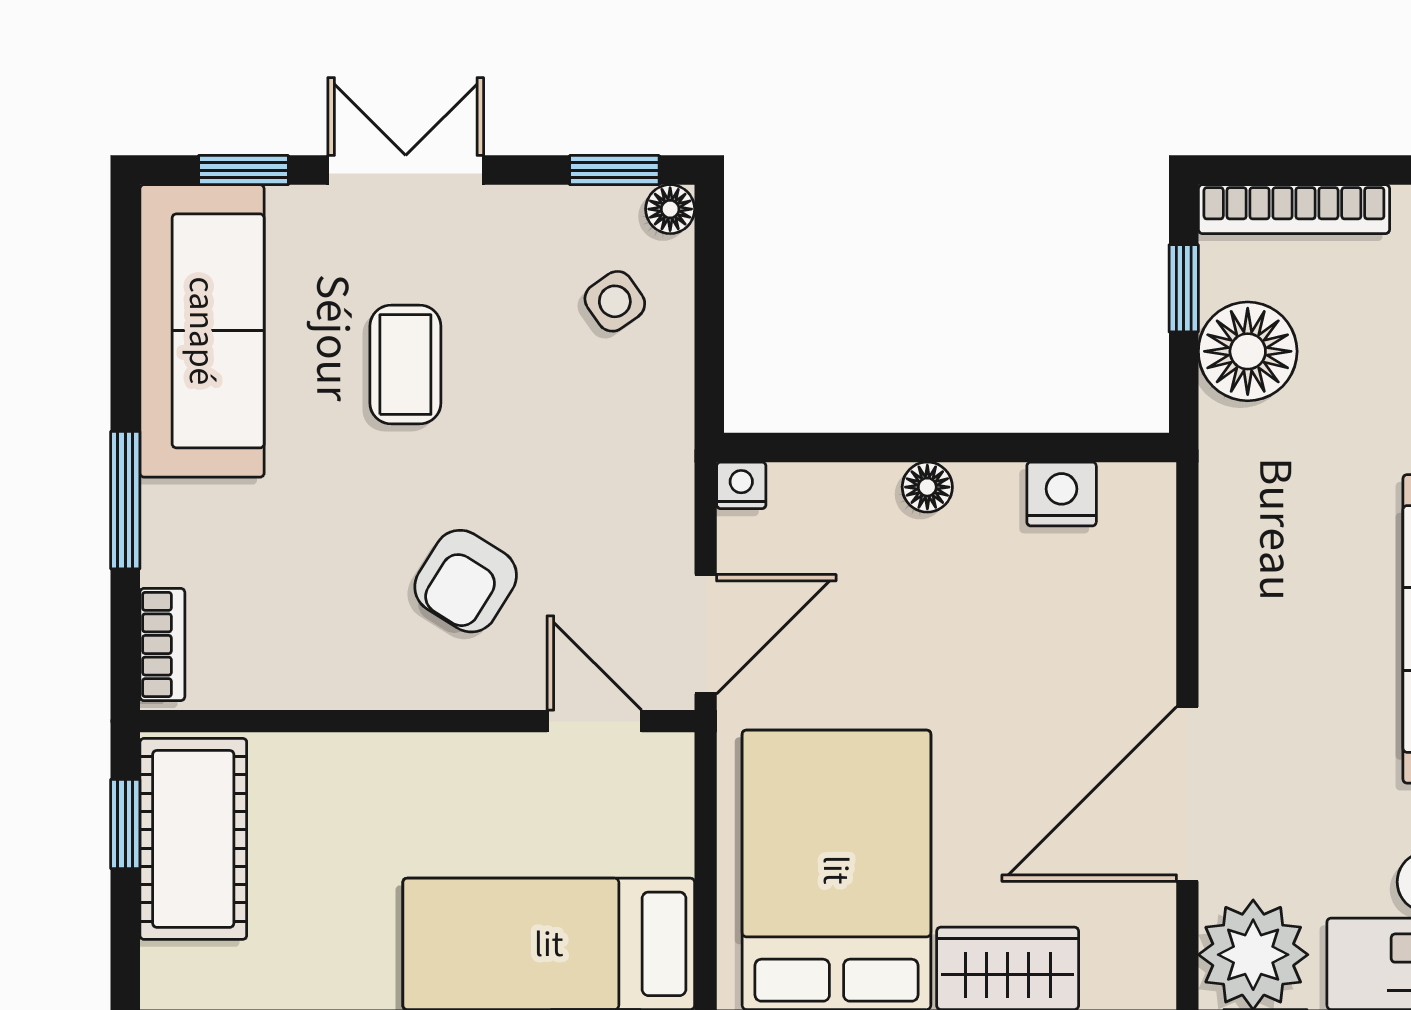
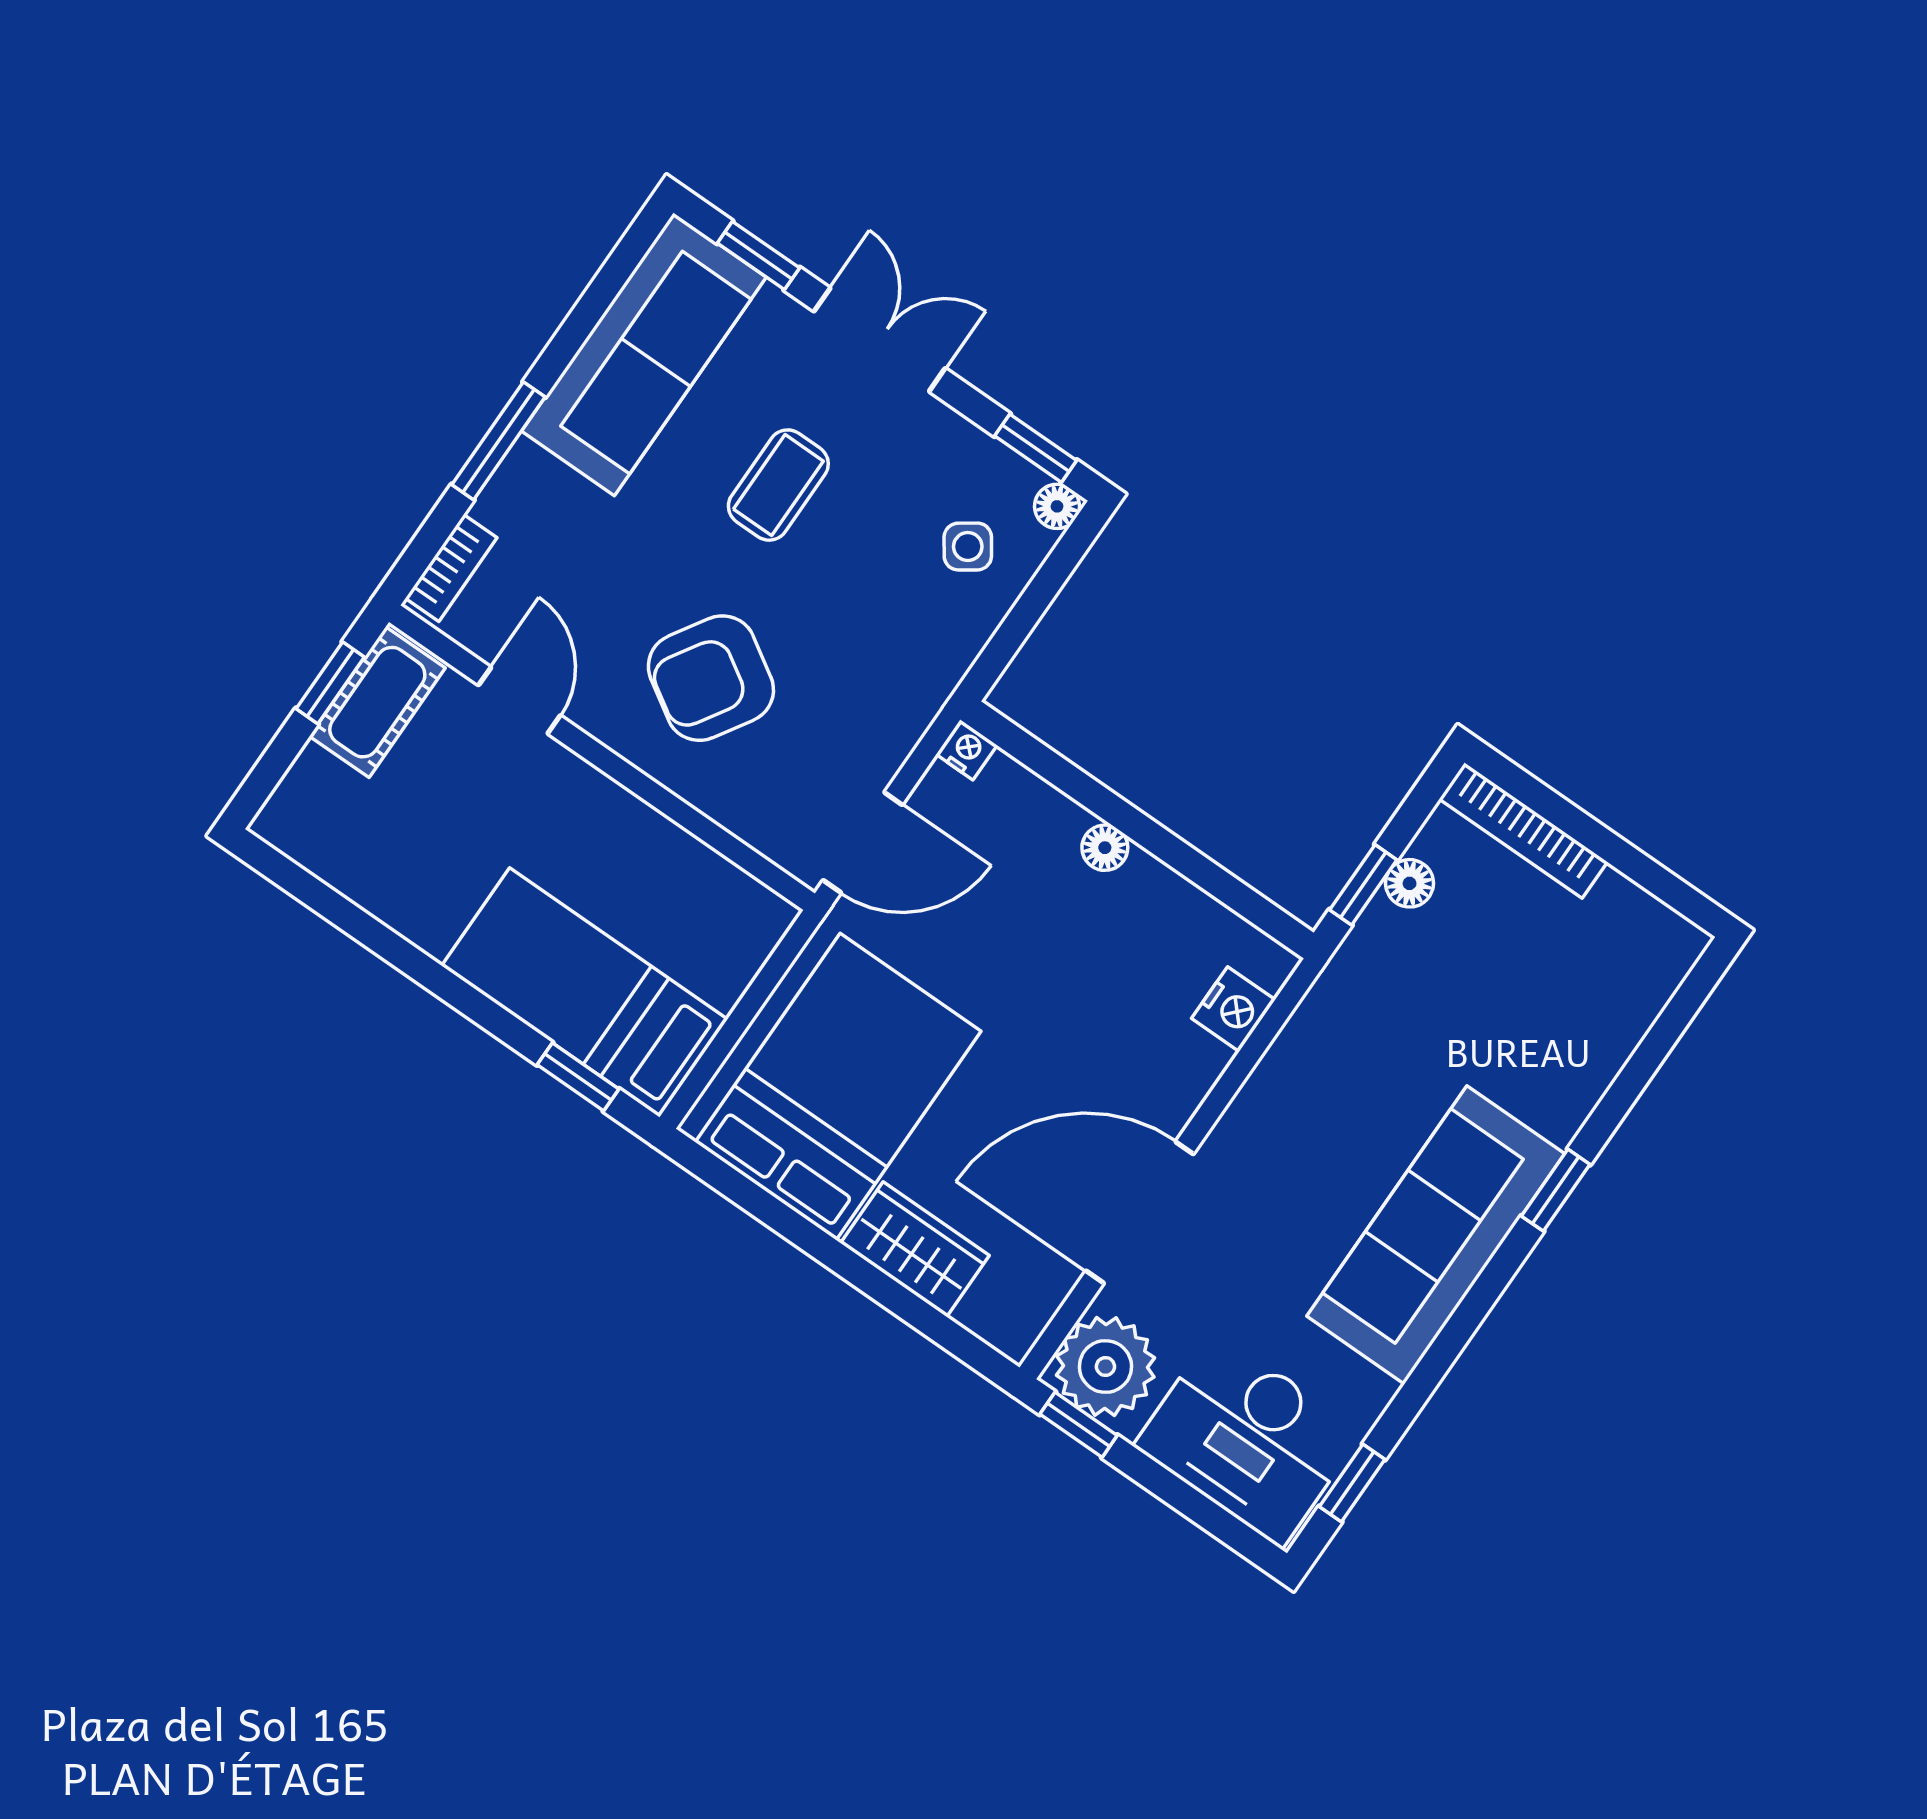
window: (1184, 288) -> (1363, 885), moved
floor lamp: (1248, 351) -> (1410, 883), width x0.53, depth x0.53
nightstand: (1062, 494) -> (1233, 1009), moved, turned 90
armchair: (466, 581) -> (711, 678), width x1.38, depth x1.38
door: (594, 721) -> (519, 700), moved
cot: (193, 839) -> (377, 702), width x0.73, depth x0.75

